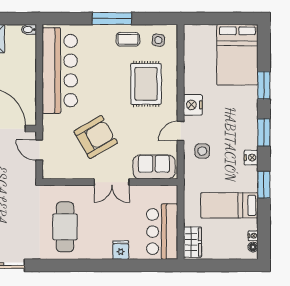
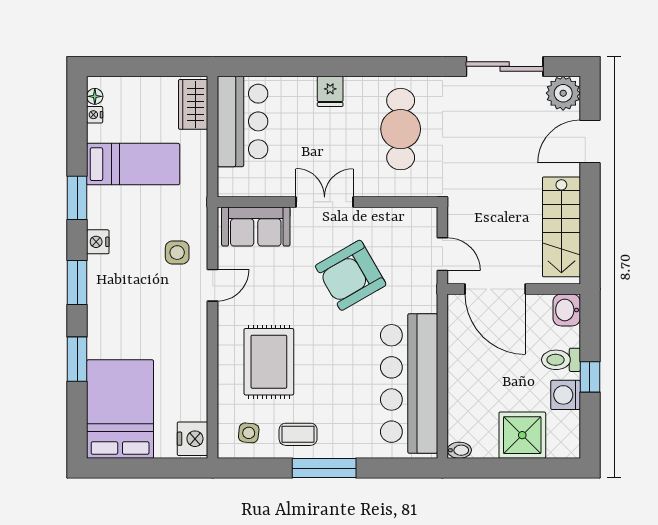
nightstand: (193, 105) -> (193, 439), moved
fridge: (121, 250) -> (330, 91), moved

